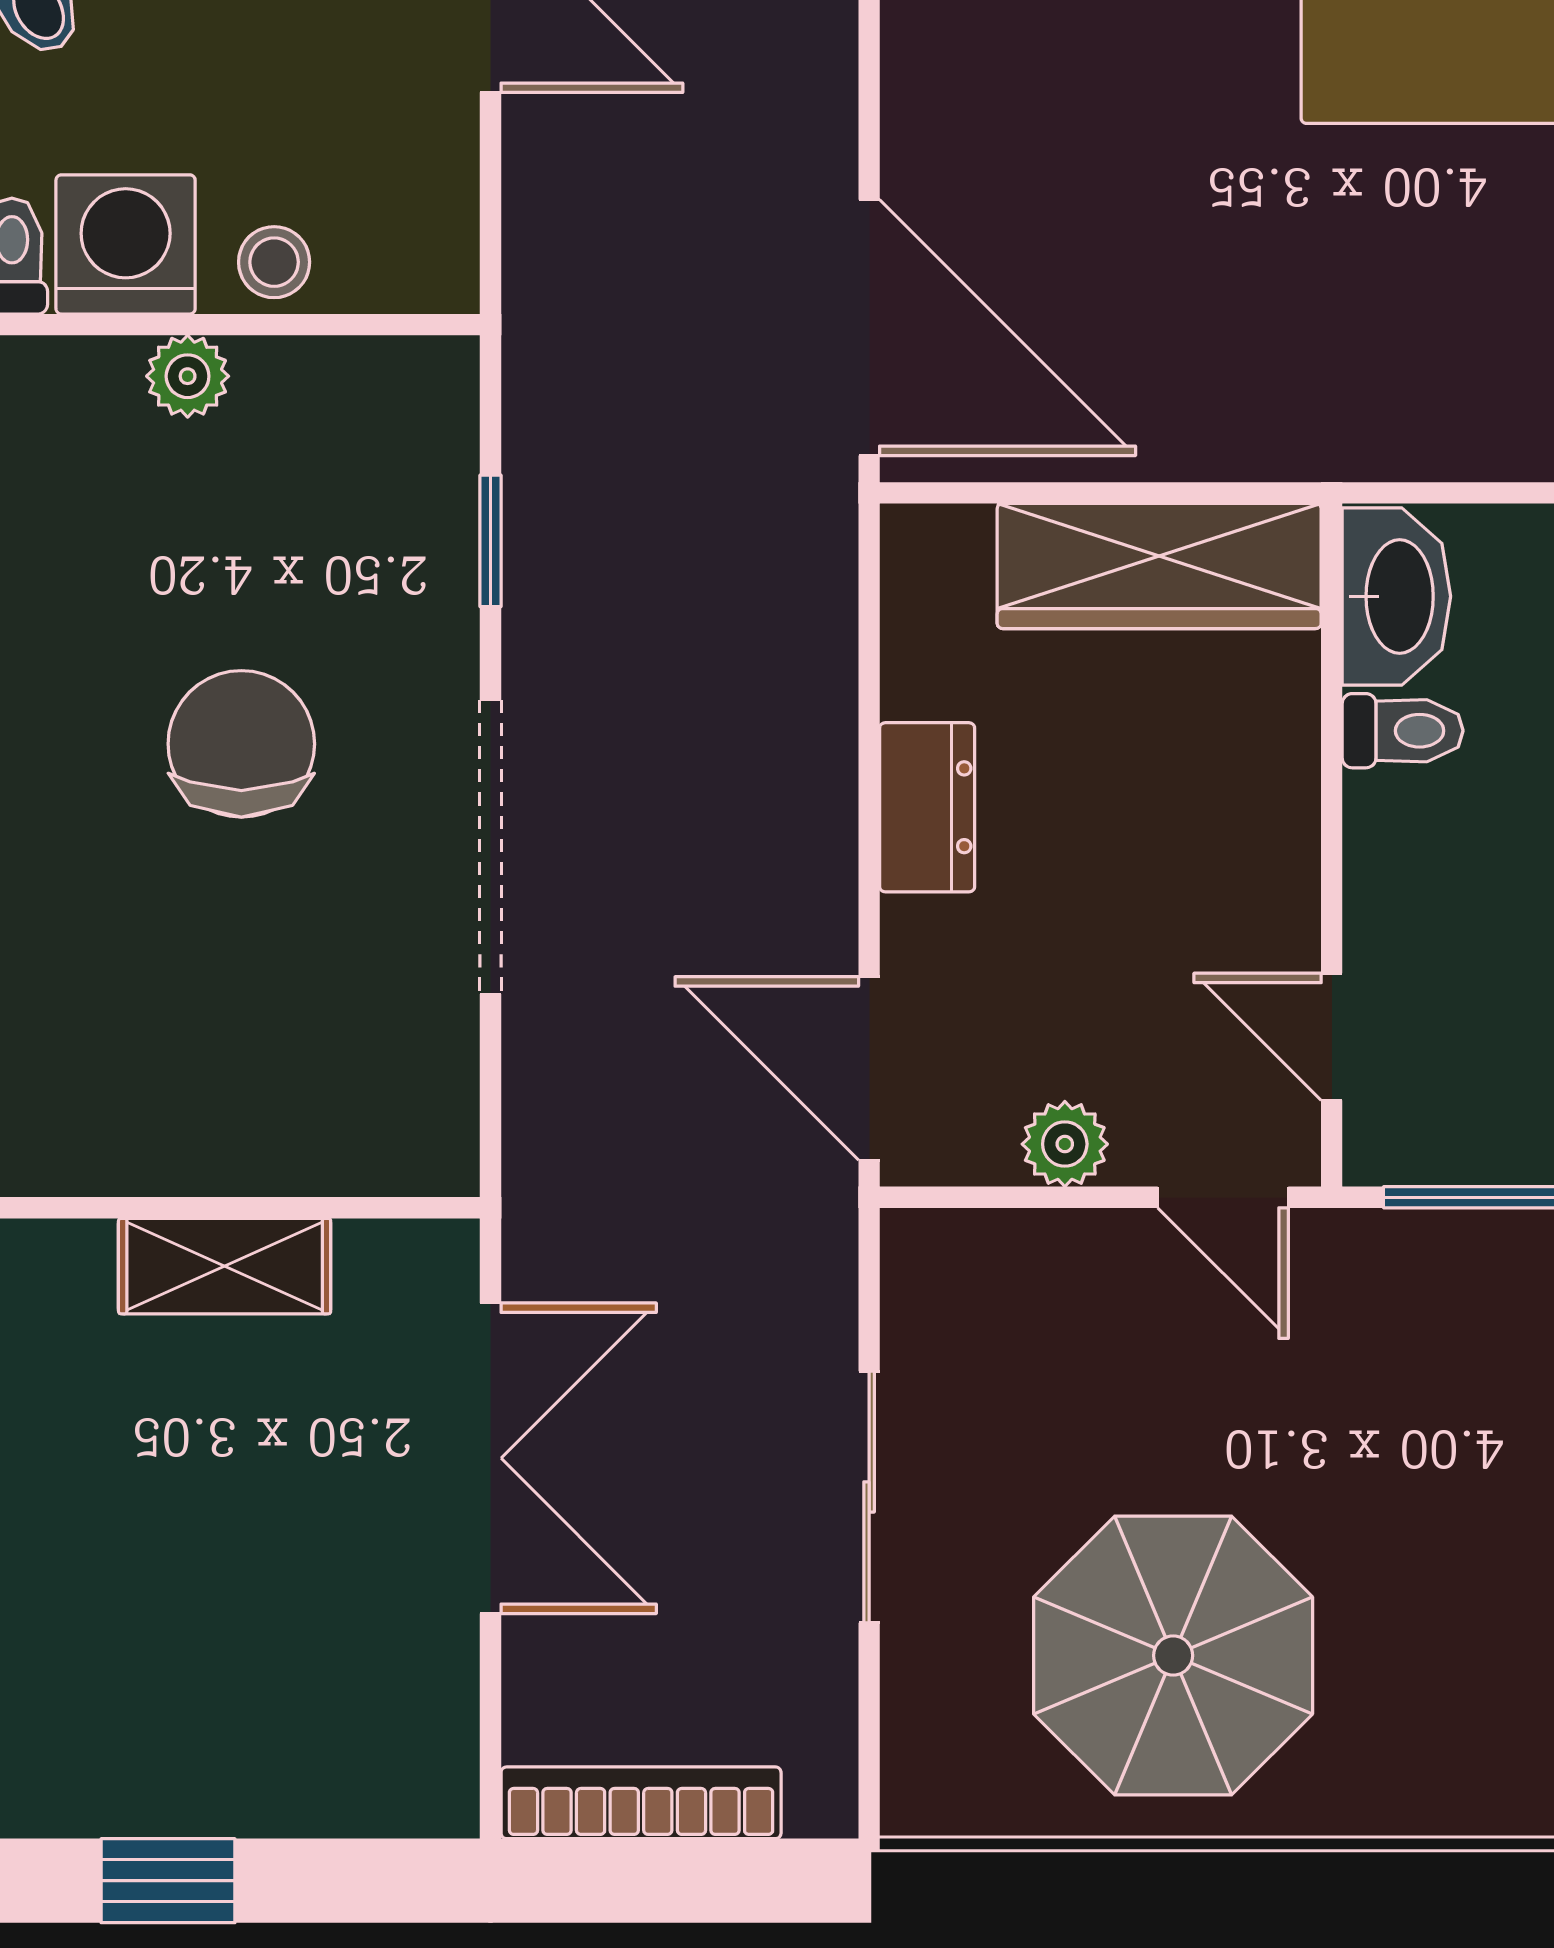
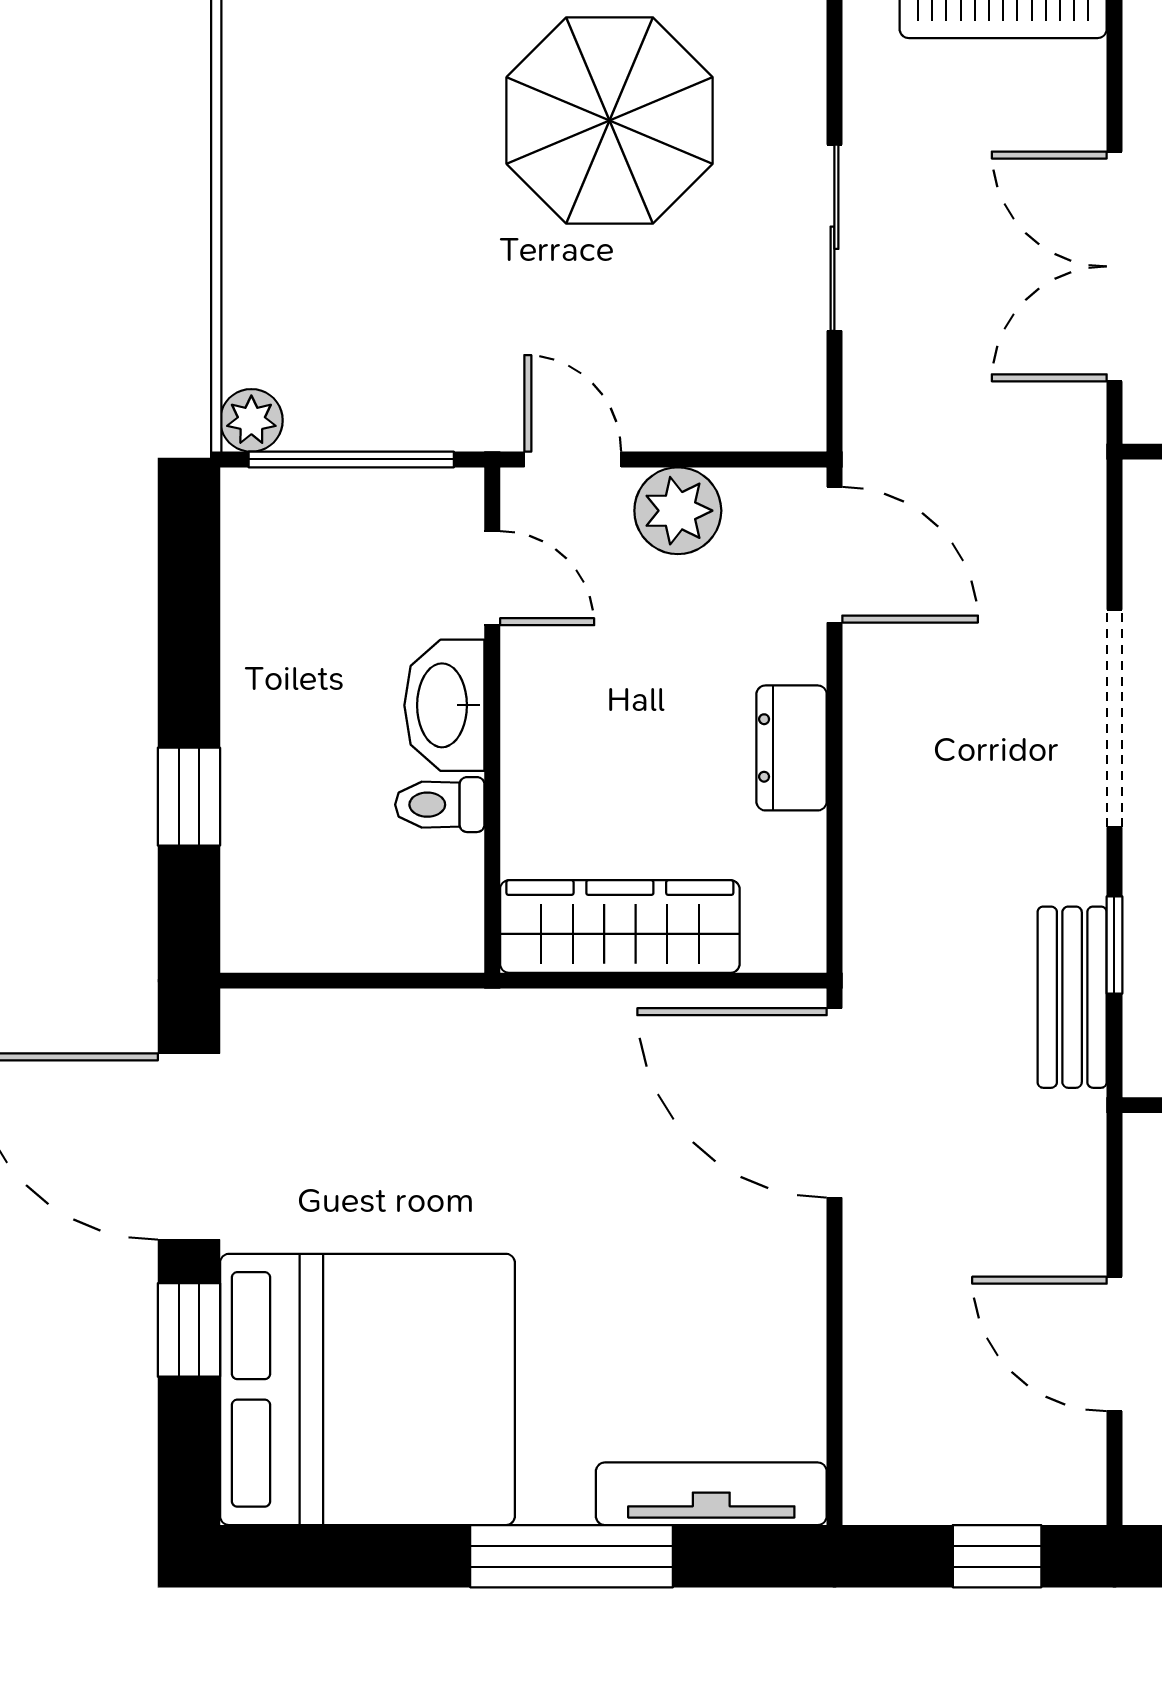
bench: (548, 470) -> (1072, 997), added
washbasin: (1396, 596) -> (444, 705), moved
plant: (1065, 1144) -> (678, 511), width x1.38, depth x1.38

